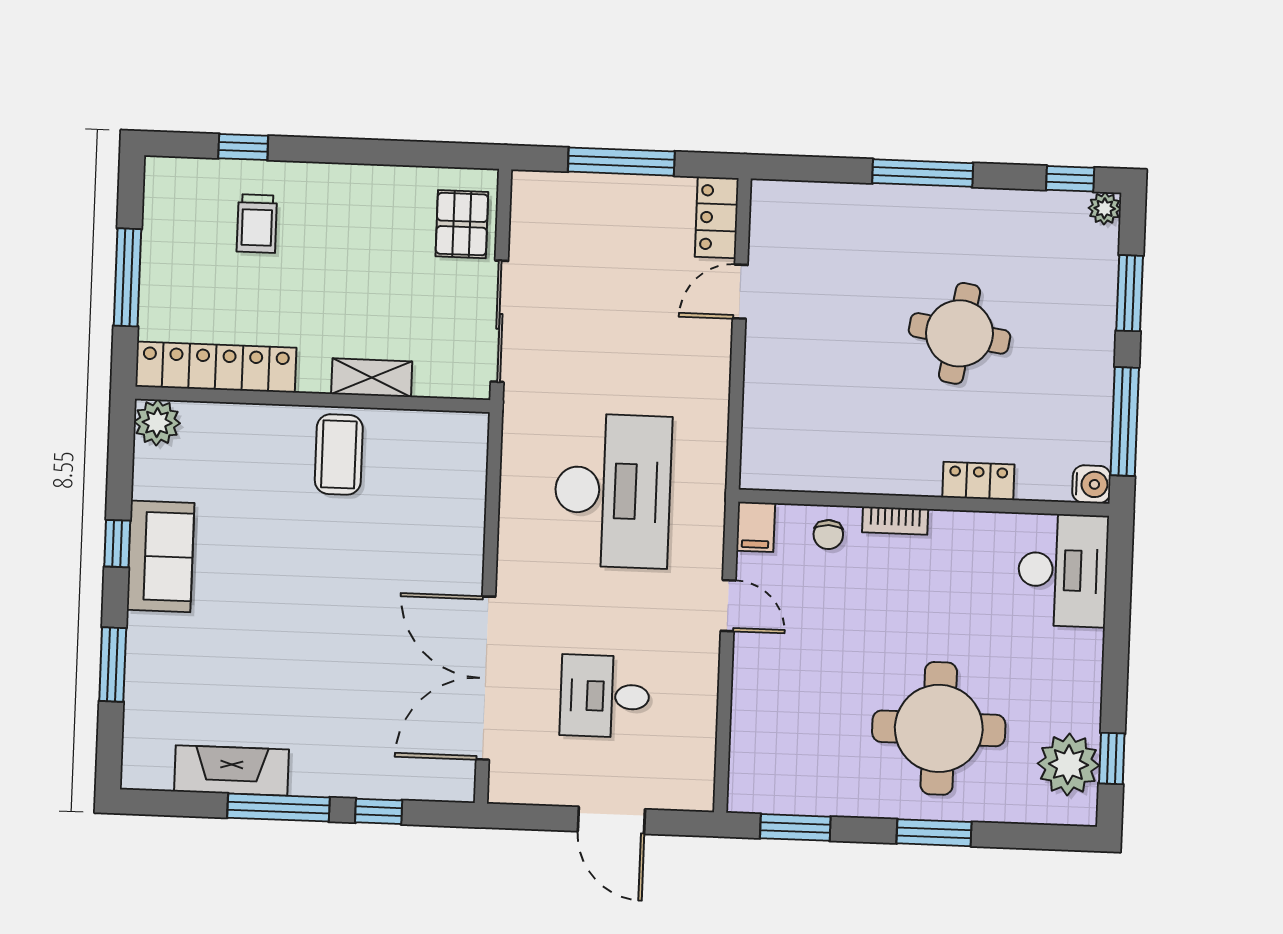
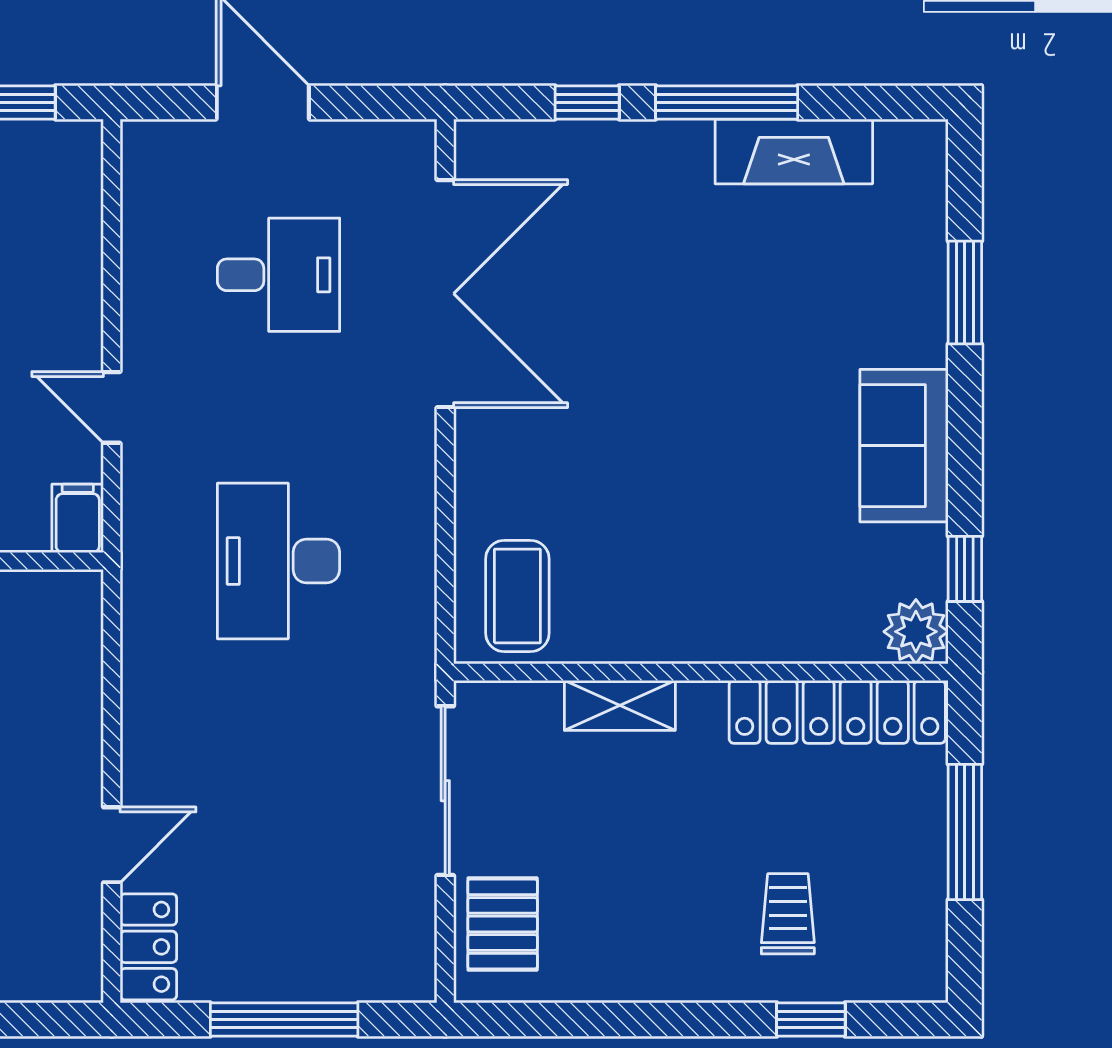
coffee table: (339, 454) -> (517, 596), moved
desk: (613, 491) -> (278, 561), width x0.73, depth x0.77
window: (117, 544) -> (965, 569), moved

